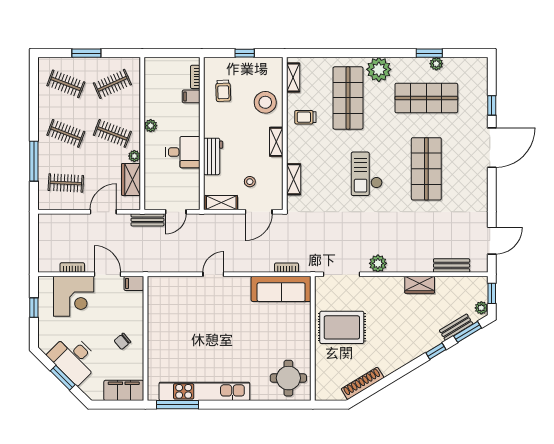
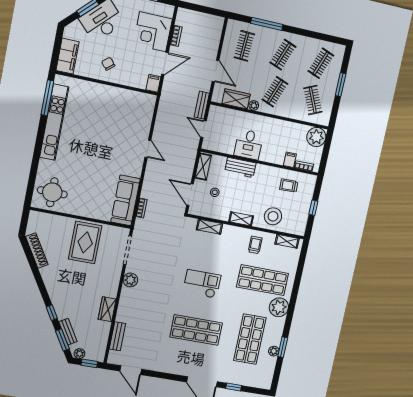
plant: (151, 126) -> (316, 137), moved, width x1.88, depth x1.88

